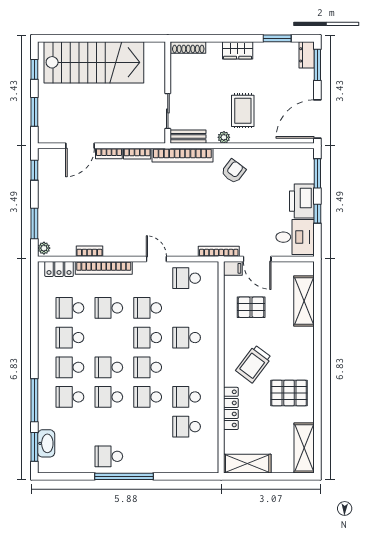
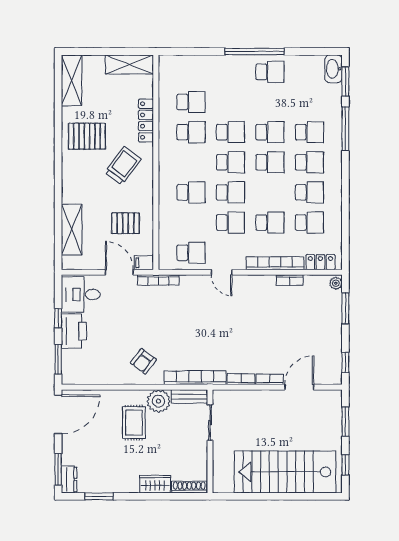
wardrobe: (238, 50) -> (155, 484), moved
plant: (224, 137) -> (158, 401), width x1.88, depth x1.88
washbasin: (46, 443) -> (334, 69), moved

